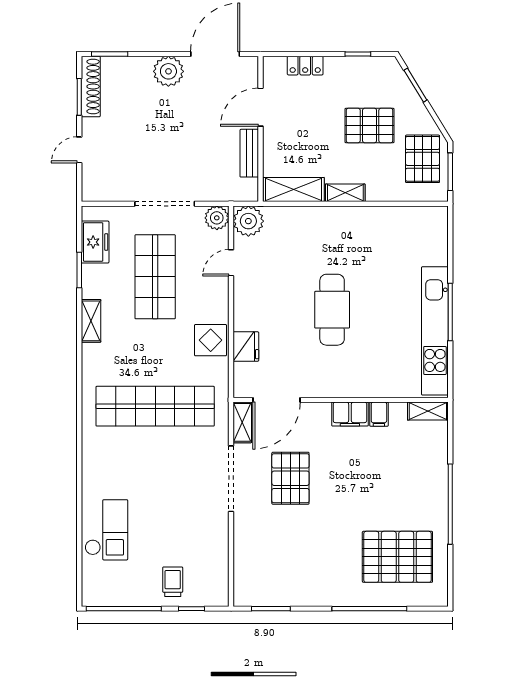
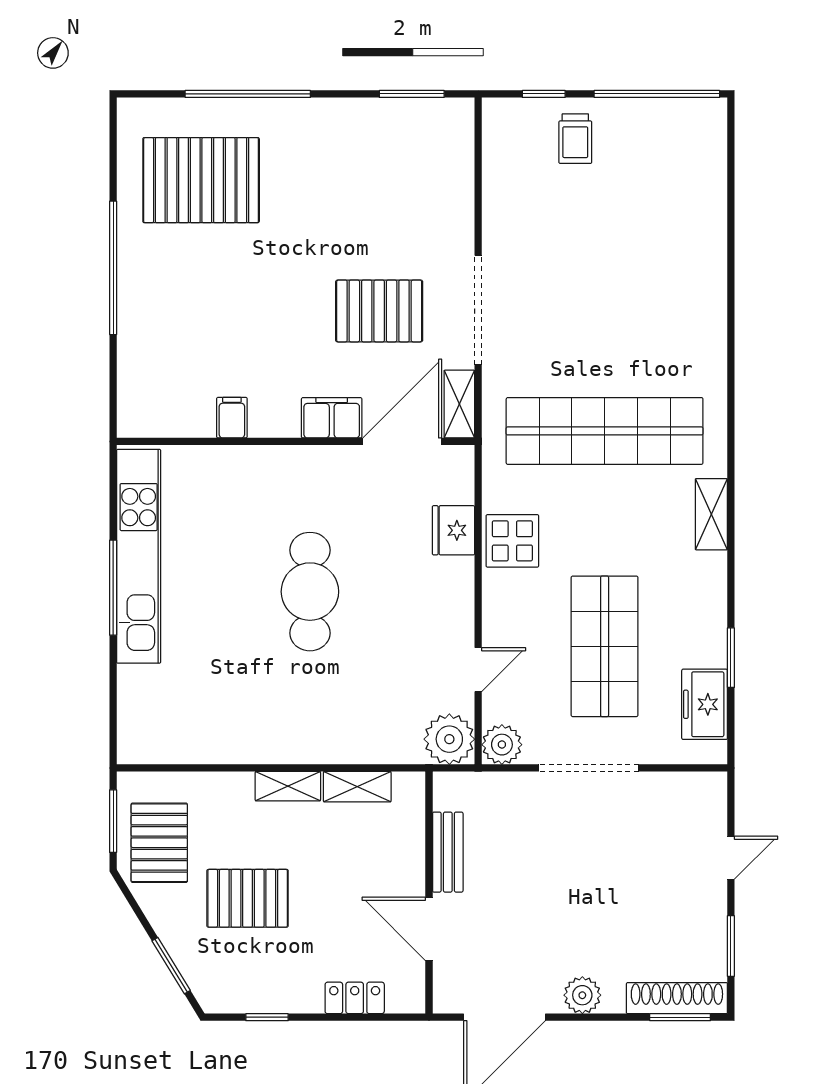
plant: (168, 71) -> (582, 995), width x0.73, depth x0.73
shoe rack: (91, 86) -> (677, 998), moved, turned 90
door: (261, 107) -> (429, 929), swing flipped
shelving: (294, 189) -> (357, 787), width x0.67, depth x0.75
shelving: (91, 321) -> (711, 514), moved
shelving: (428, 411) -> (150, 423), removed
filing cabinet: (350, 414) -> (332, 418), moved
pallet: (290, 478) -> (379, 311), turned 90
checkout: (106, 530) -> (686, 225), removed

